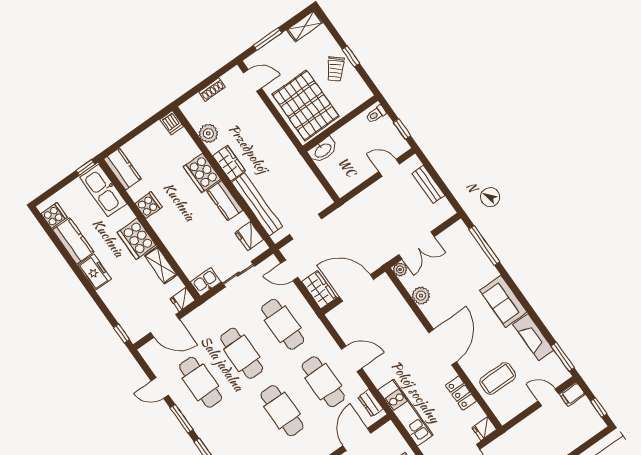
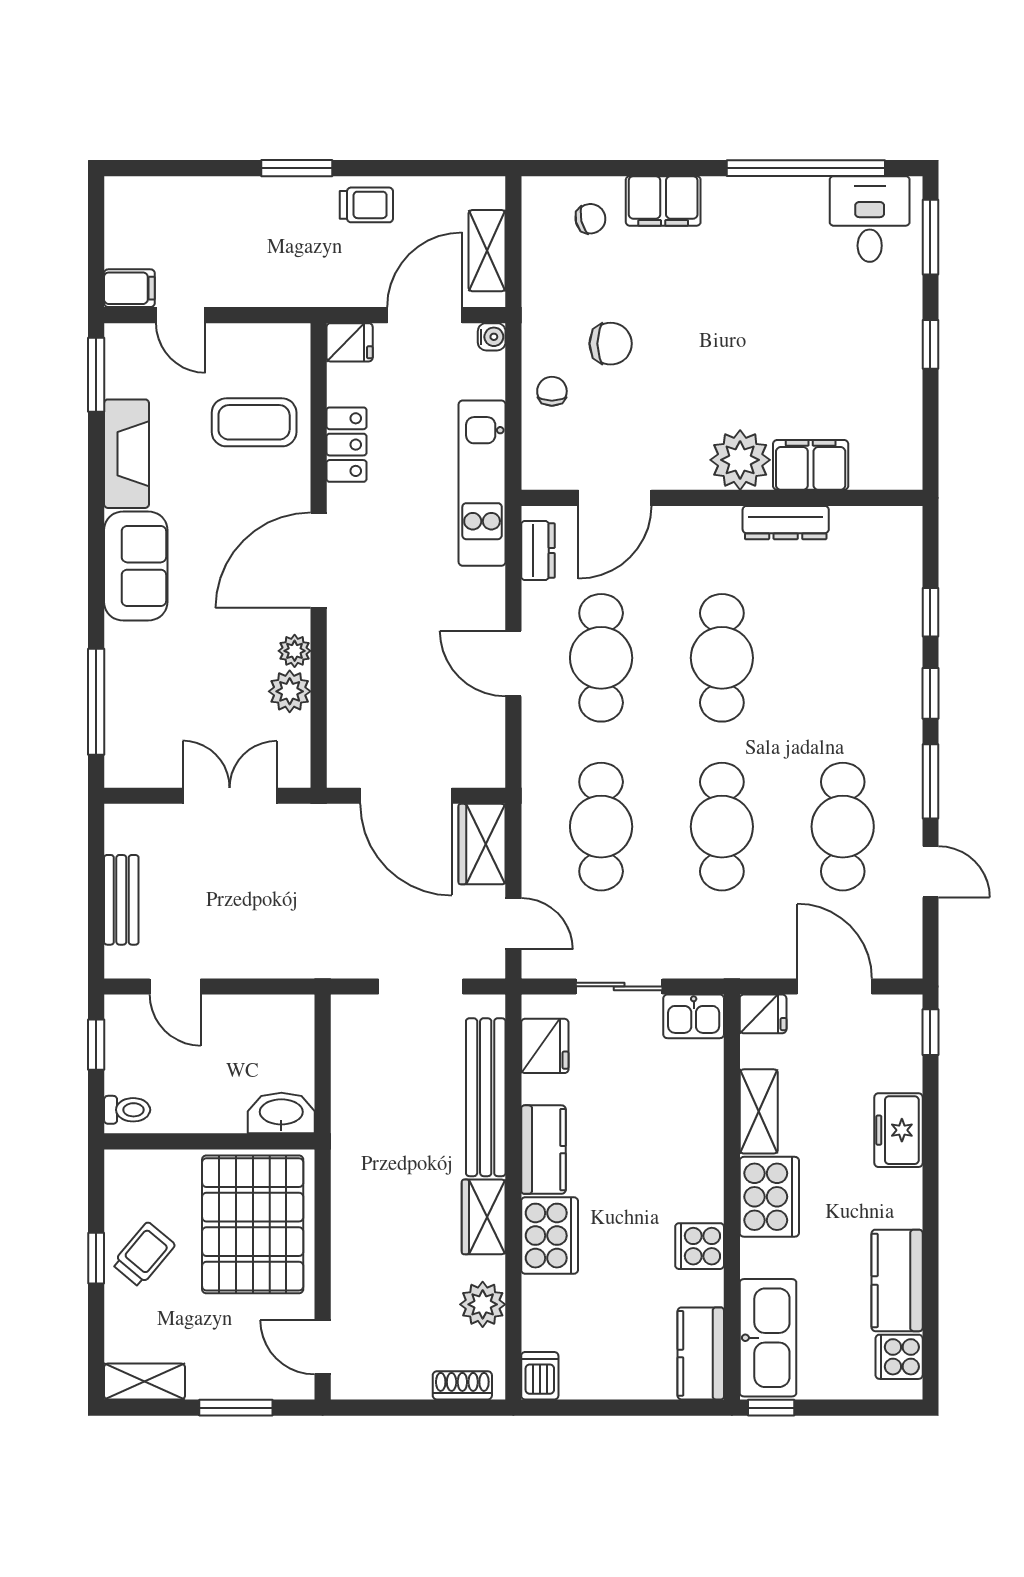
shoe rack: (212, 90) -> (462, 1385), moved
plant: (400, 269) -> (295, 651), moved
freezer: (94, 272) -> (899, 1130), moved
window: (599, 408) -> (96, 226), removed

